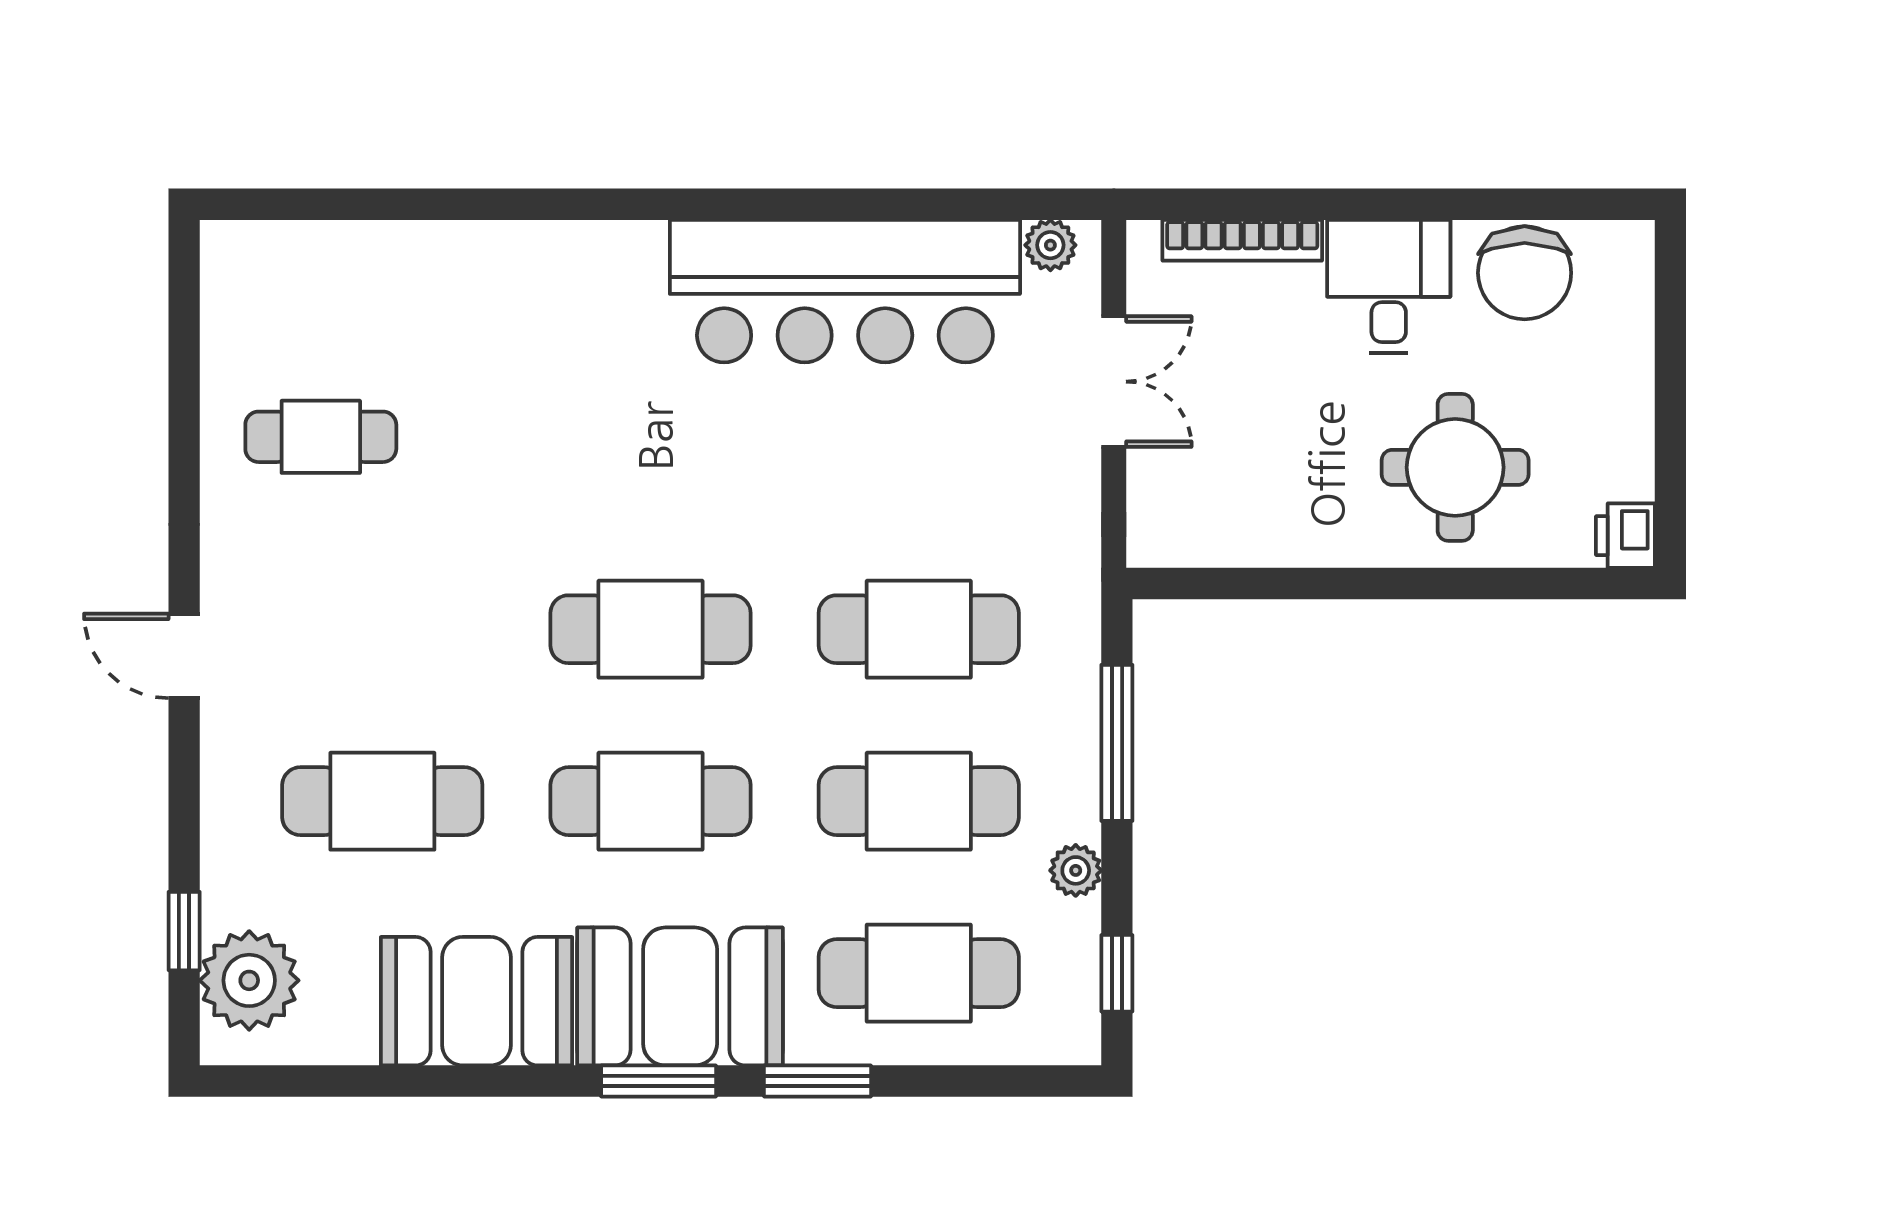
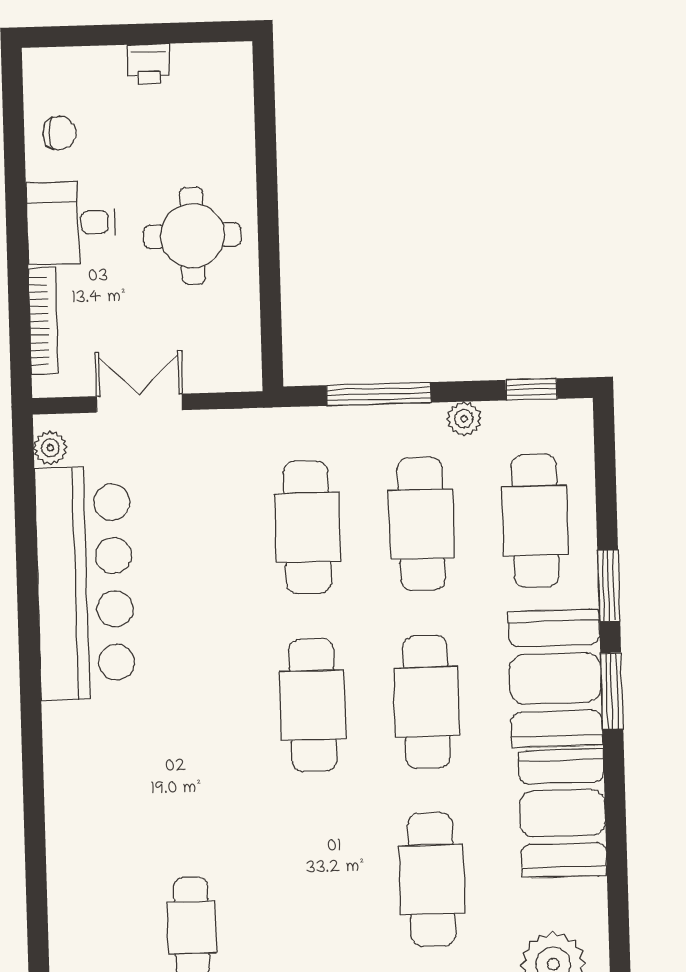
chair: (1525, 273) -> (59, 133), width x0.54, depth x0.54
round table: (1455, 467) -> (192, 236), moved
printer: (1625, 536) -> (148, 64), moved

